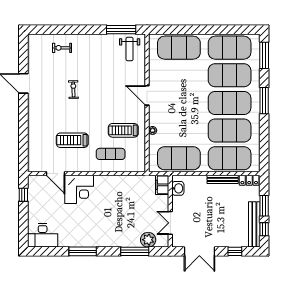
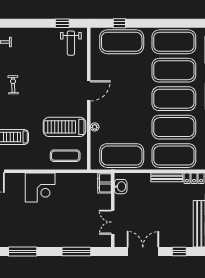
window: (121, 30) -> (62, 23), width x0.46
window: (177, 30) -> (119, 23), added
door: (147, 95) -> (89, 91), swing flipped
treadmill: (123, 130) -> (64, 127), width x1.37, depth x1.38
exercise mat: (111, 154) -> (65, 156), moved
corner desk: (79, 189) -> (40, 188), moved
plant: (148, 240) -> (90, 239), removed
double door: (199, 251) -> (143, 252), swing flipped

